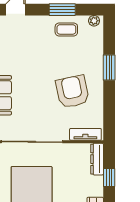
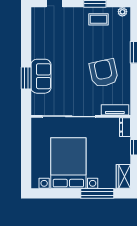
dresser: (97, 159) -> (125, 127), width x0.70

